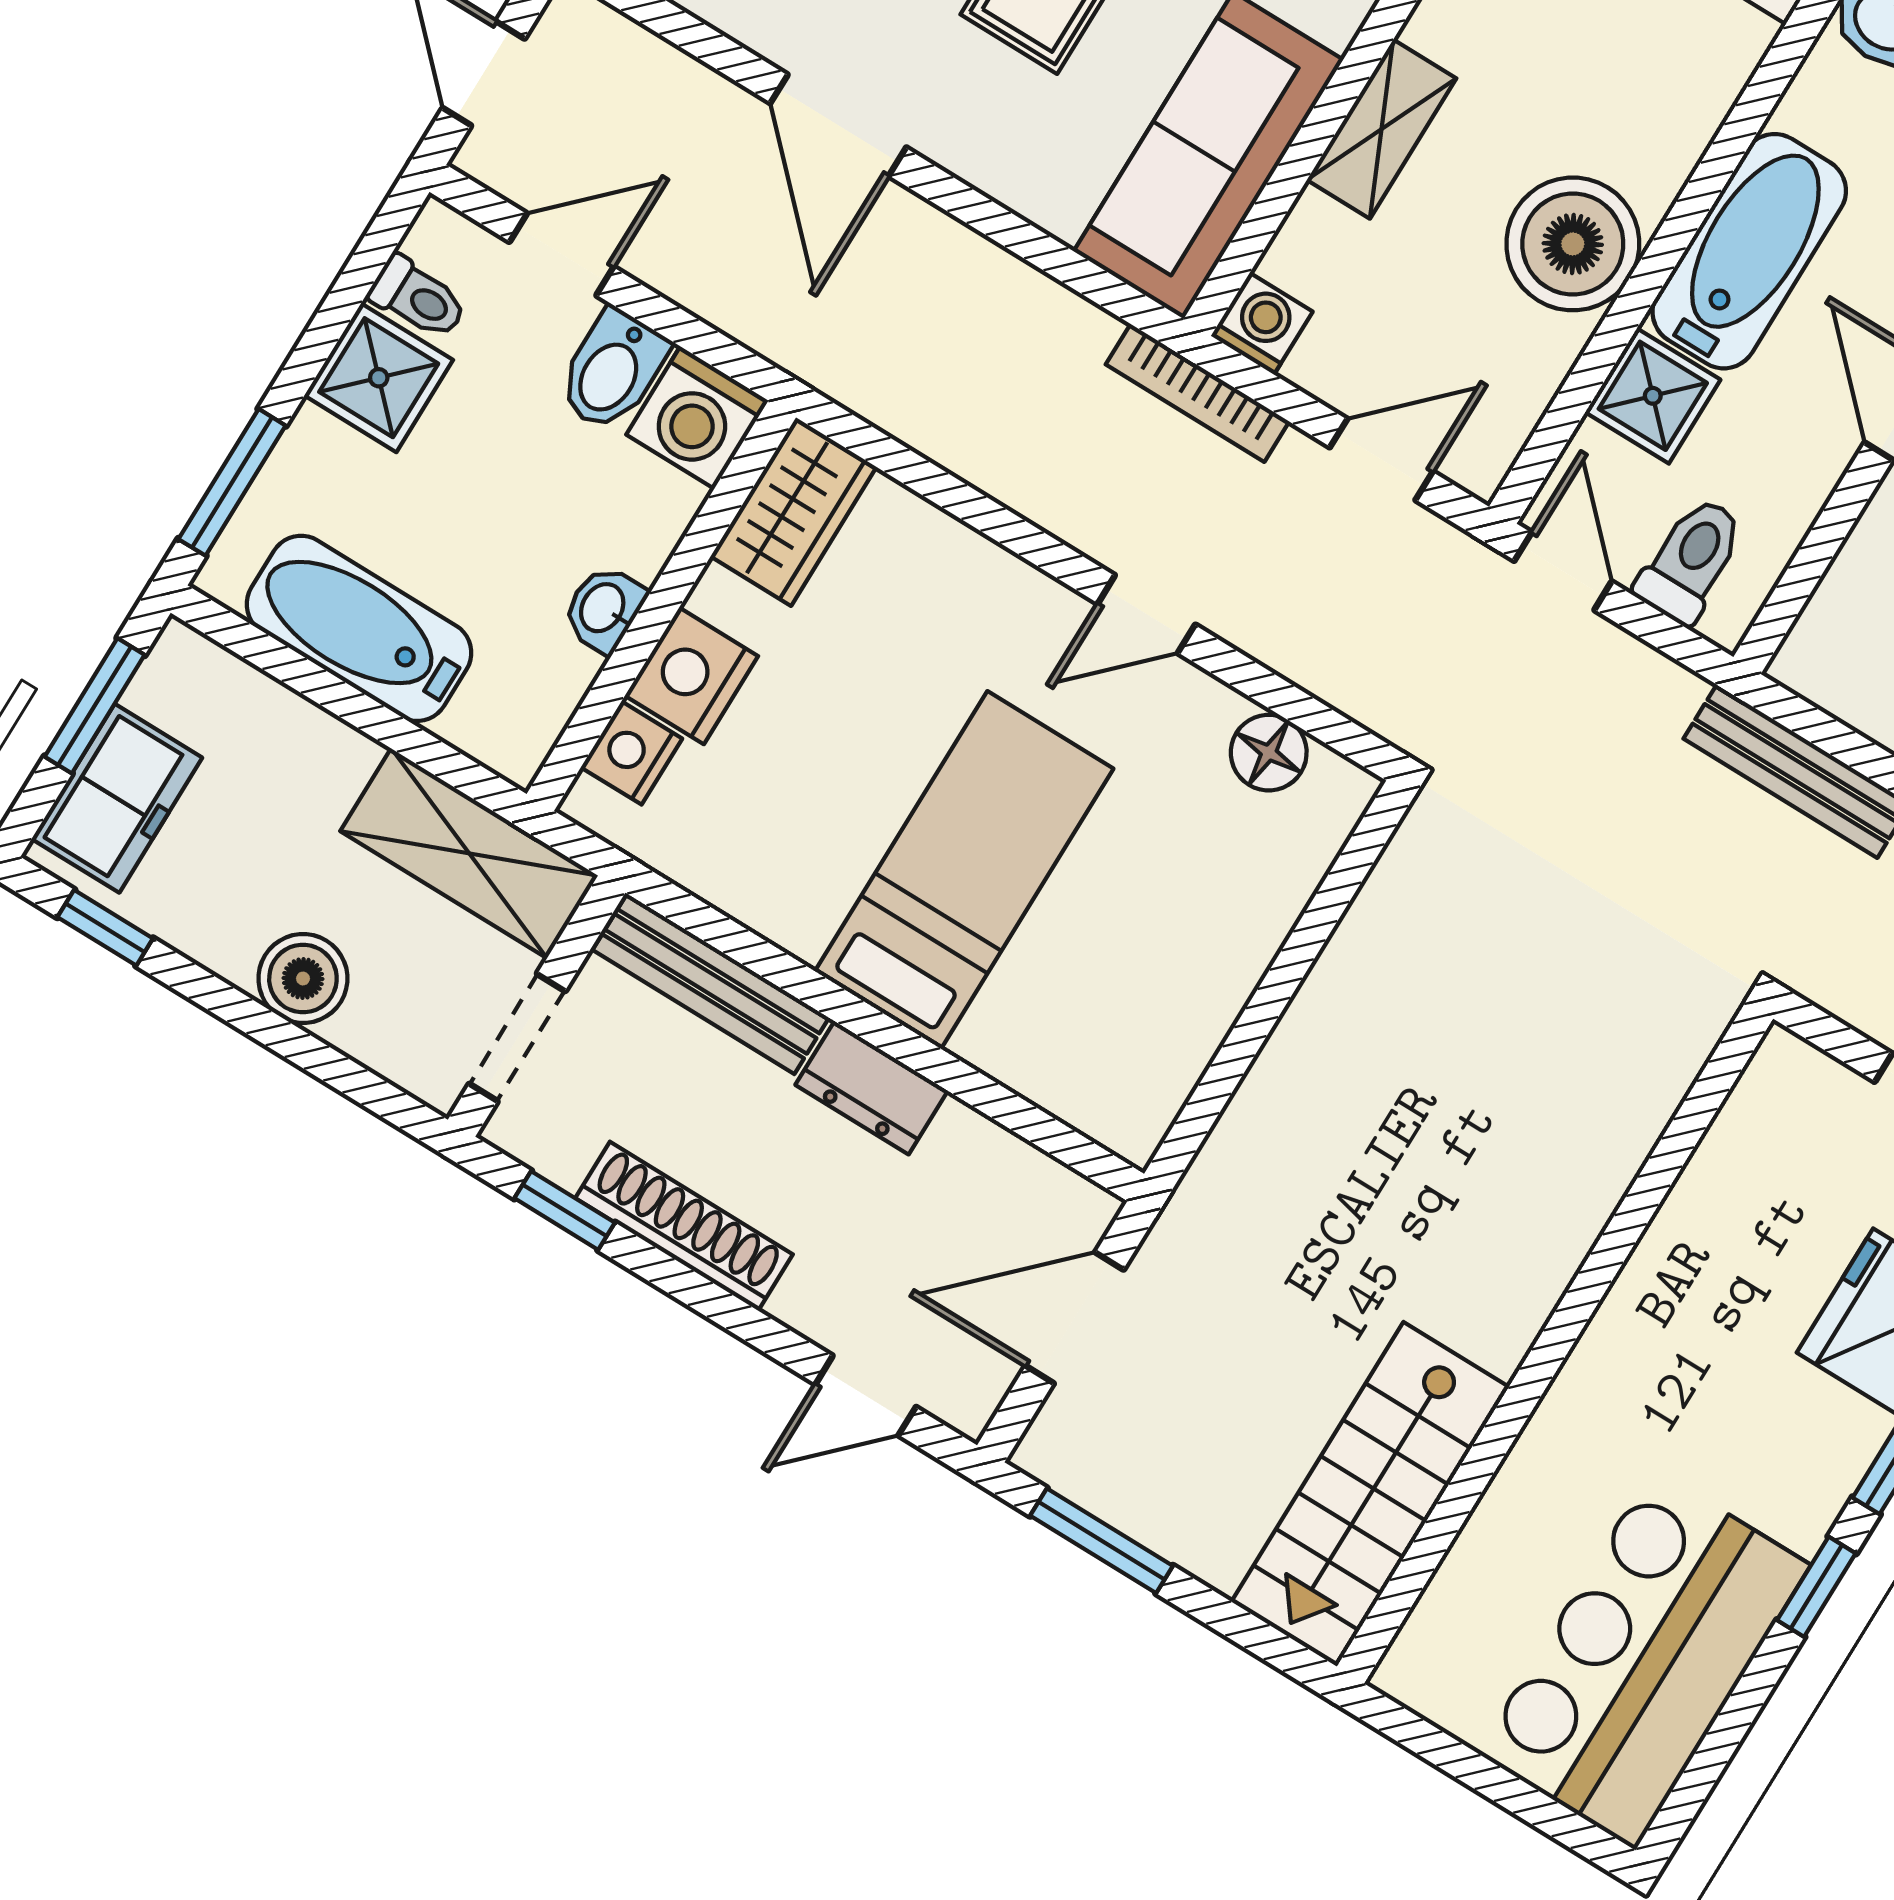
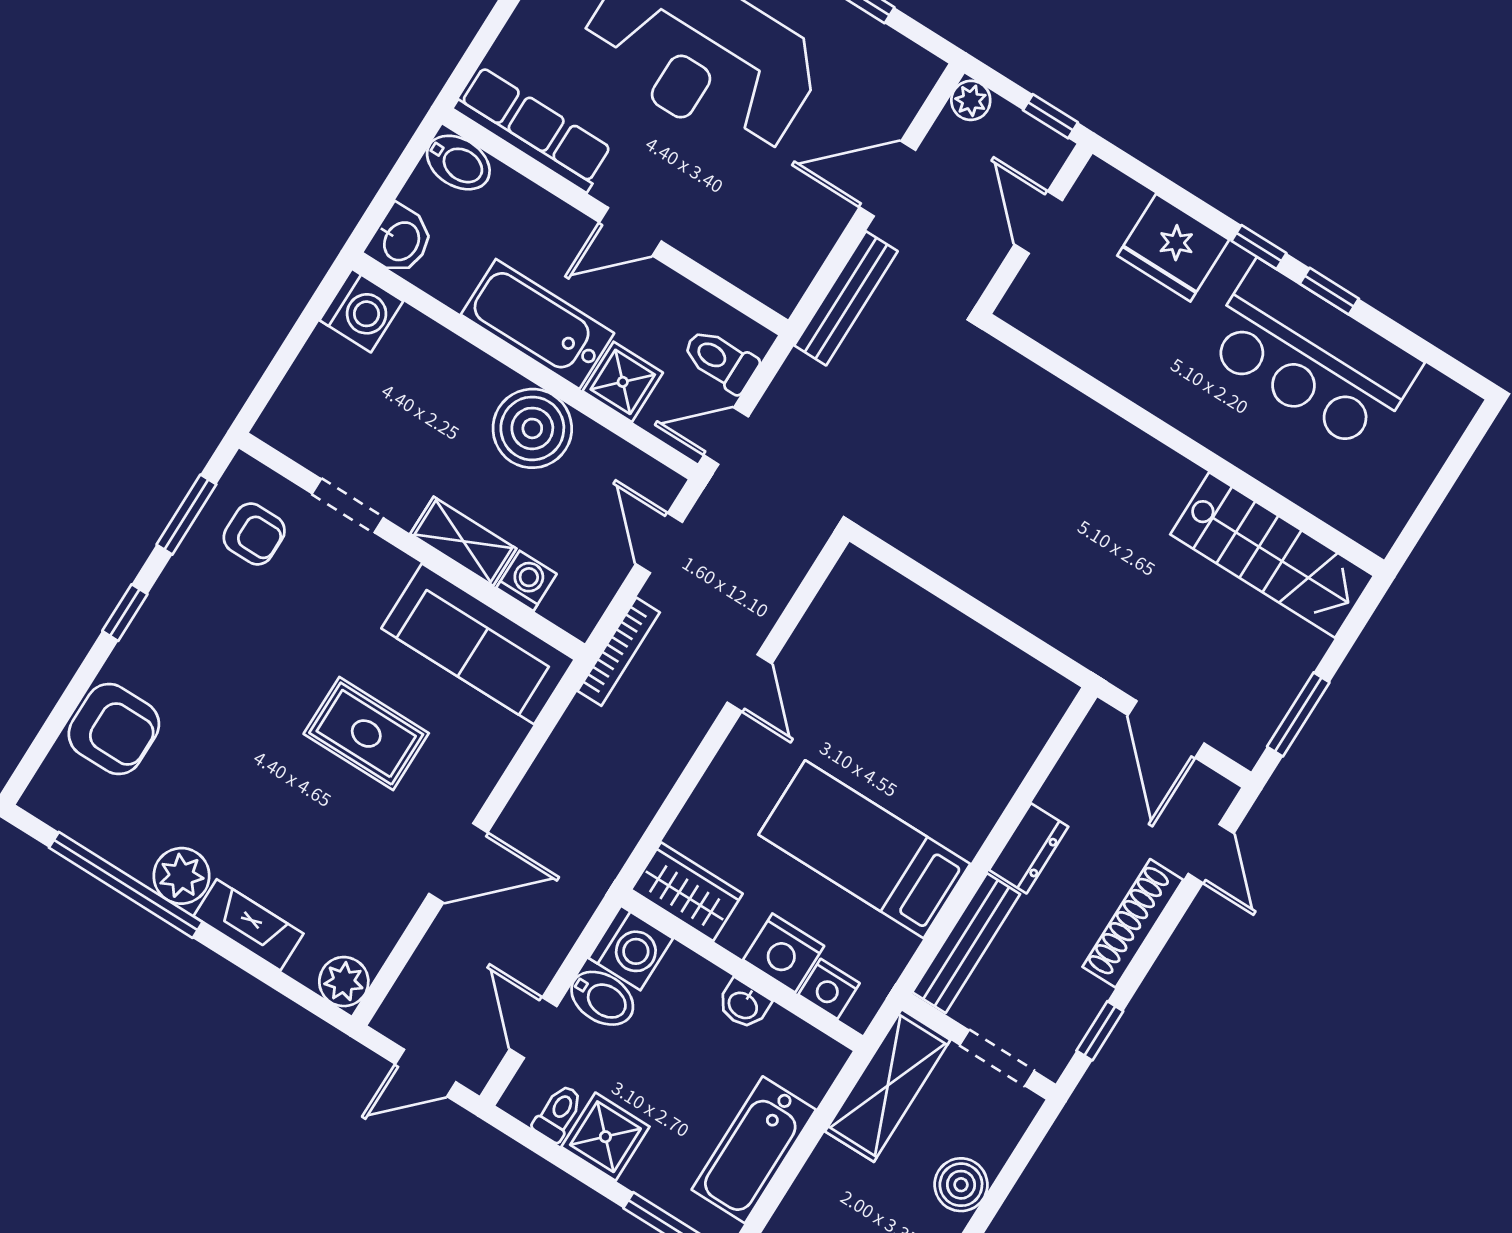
washing machine: (1262, 324) -> (526, 581), moved, turned 90
floor lamp: (1269, 753) -> (832, 611), removed
bed: (964, 870) -> (864, 849), moved
shoe rack: (684, 1226) -> (1133, 923), moved
bar counter: (1644, 1659) -> (1312, 356), moved

